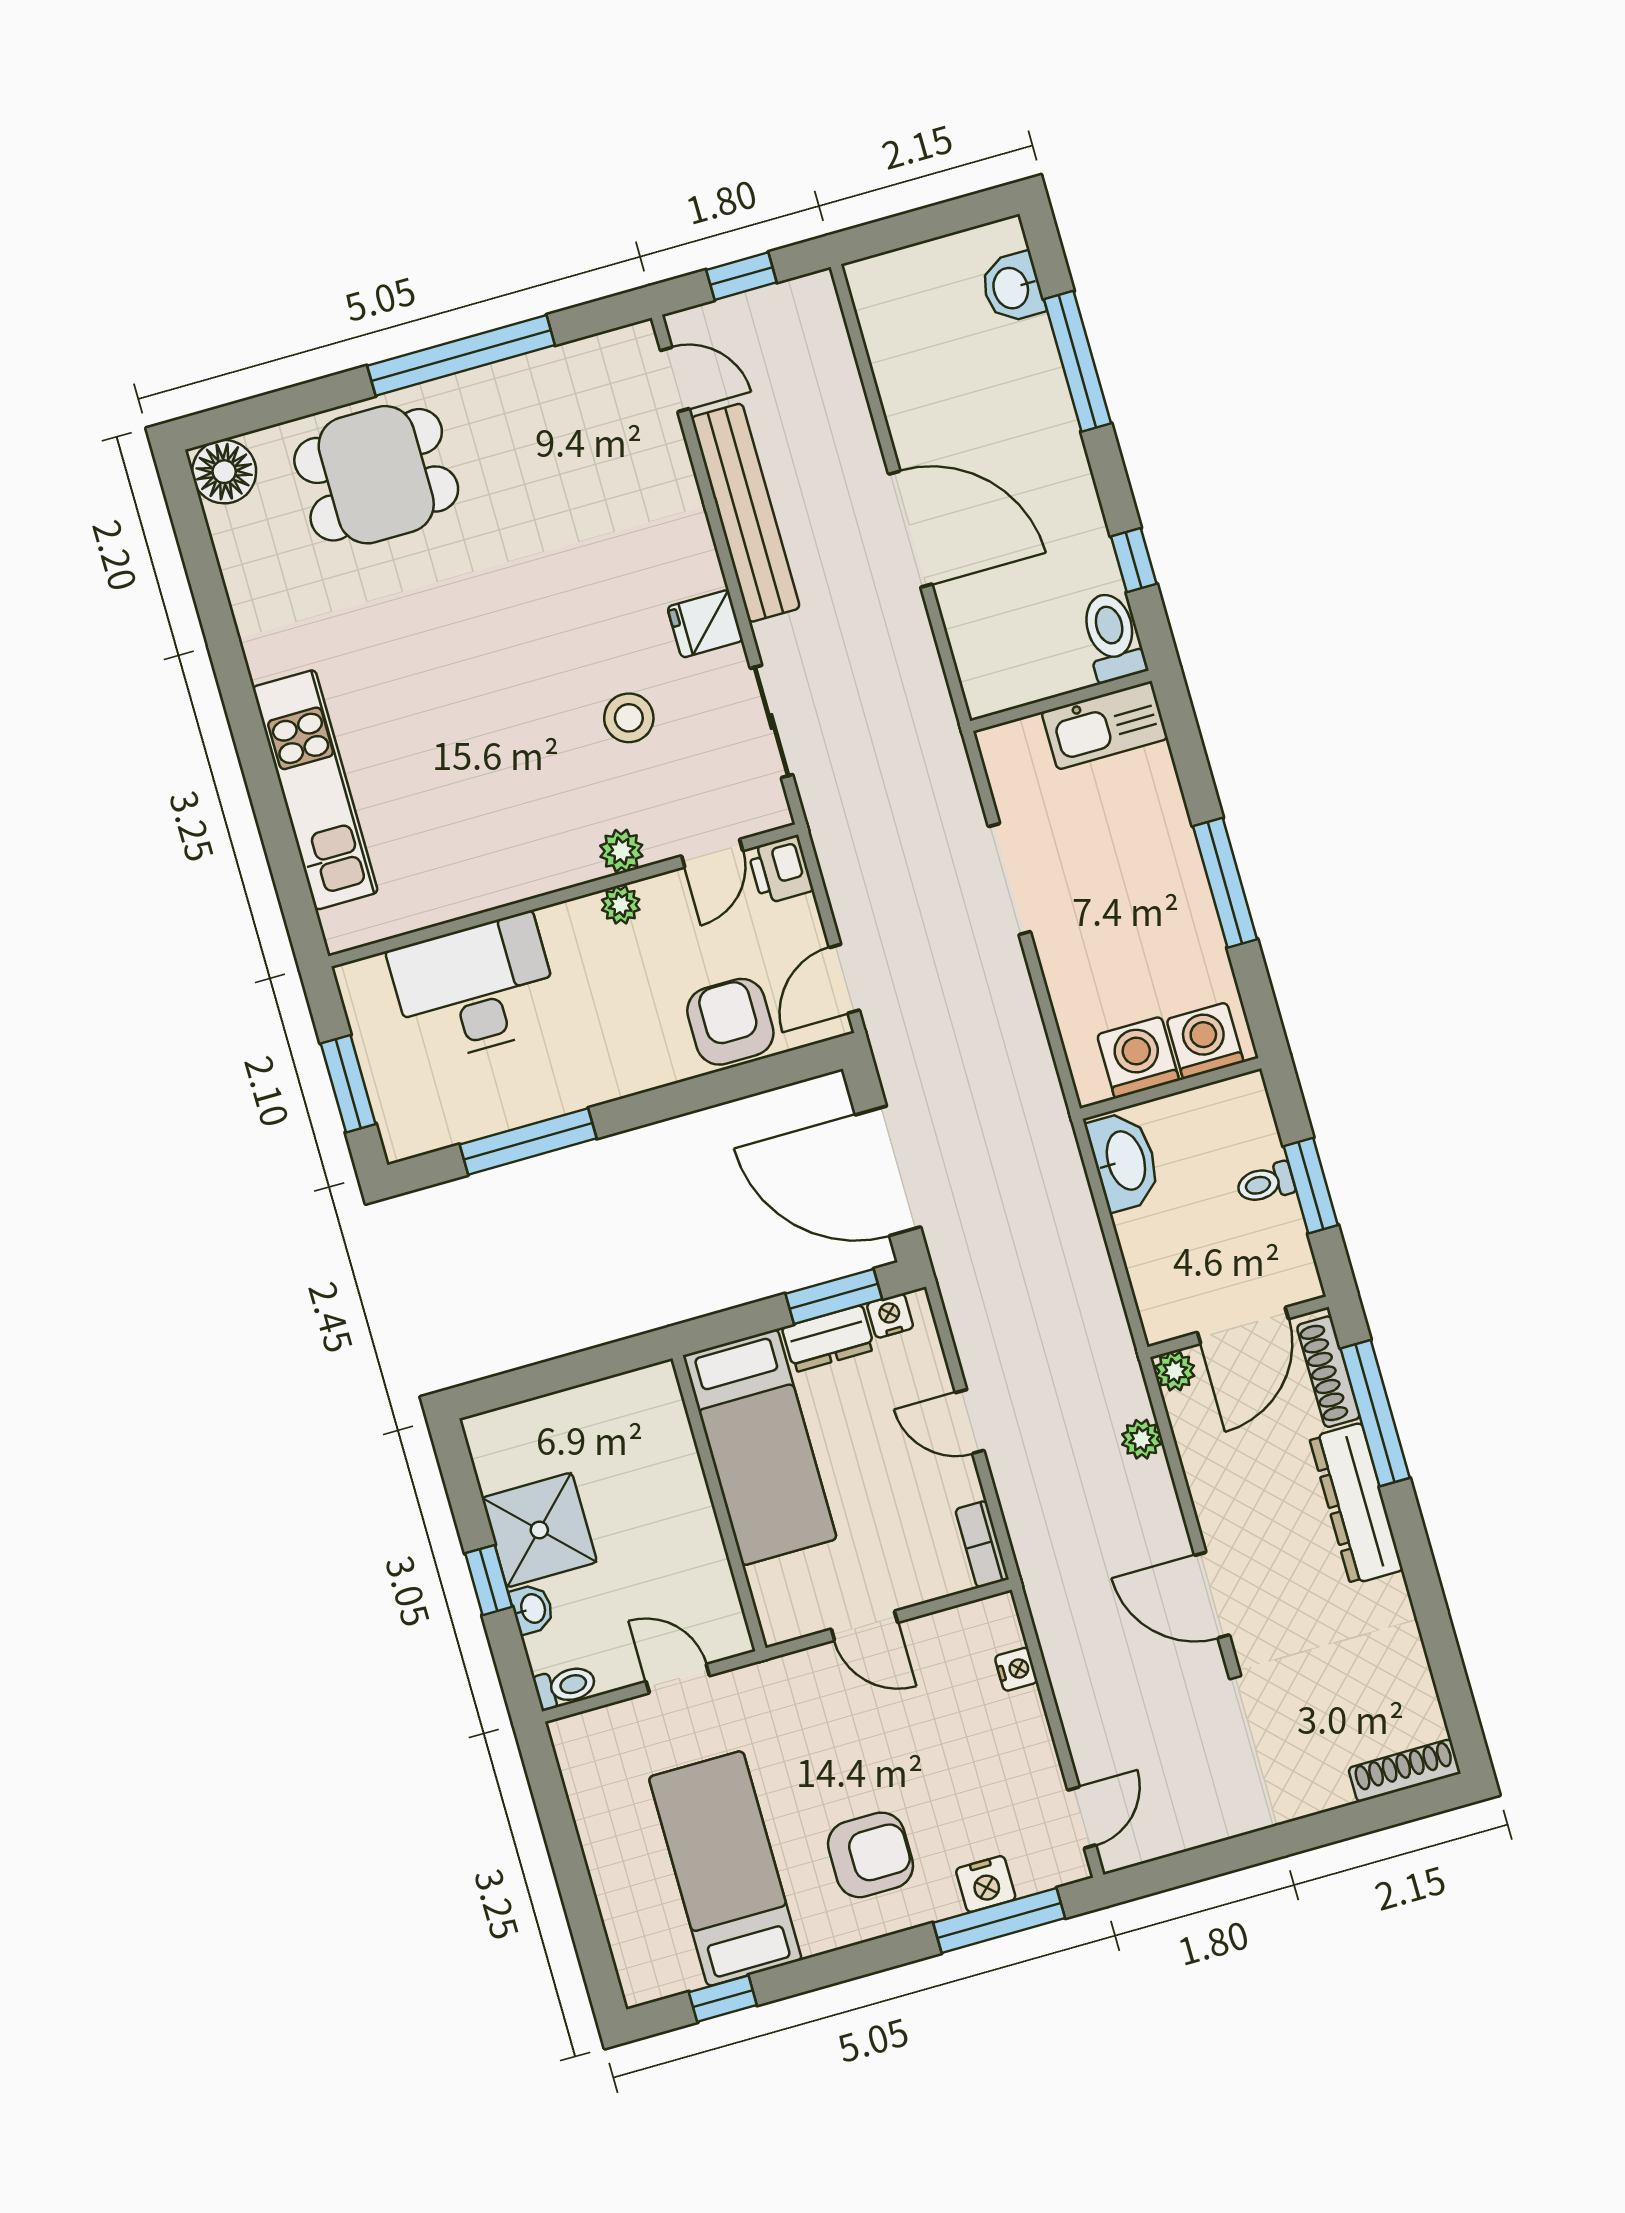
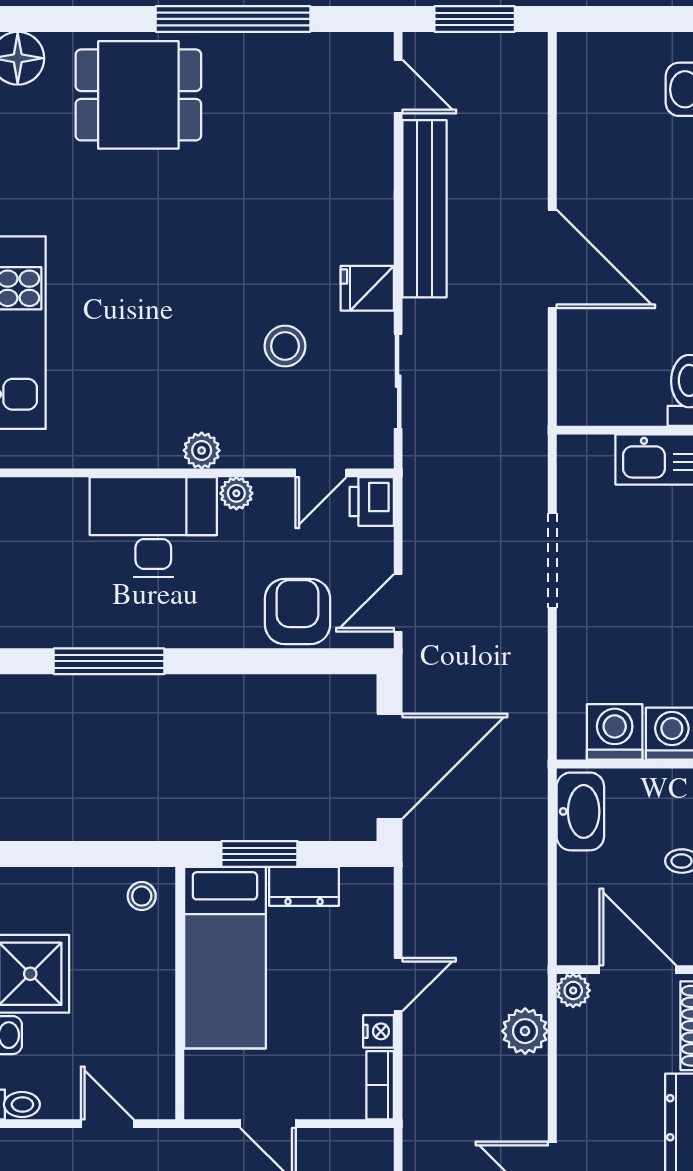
window: (741, 276) -> (475, 19), width x1.50
plant: (621, 851) -> (202, 450), moved
desk: (475, 988) -> (153, 527), moved
door: (888, 1171) -> (390, 766), swing flipped
window: (834, 1296) -> (259, 854), moved
nightstand: (890, 1316) -> (379, 1031), moved, turned 90
door: (1243, 1326) -> (638, 970), swing flipped
stool: (643, 1403) -> (142, 896), added
door: (970, 1422) -> (398, 984), swing flipped
plant: (1142, 1439) -> (525, 1031), width x1.38, depth x1.38

